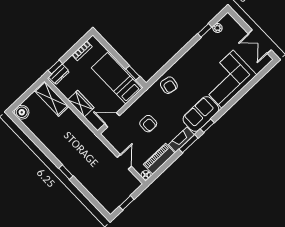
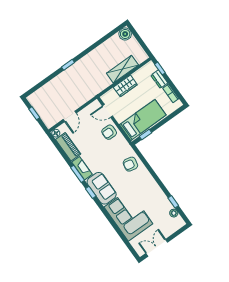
dresser: (59, 74) -> (159, 79), moved
shelving: (51, 99) -> (122, 69), moved
door: (112, 120) -> (107, 111), swing flipped
armchair: (148, 124) -> (109, 132), moved
door: (124, 162) -> (70, 116), hinge flipped

